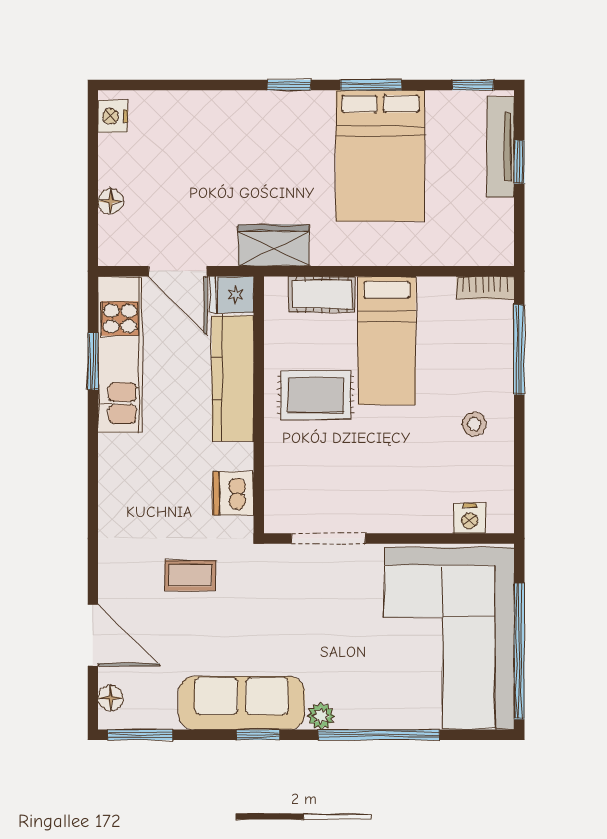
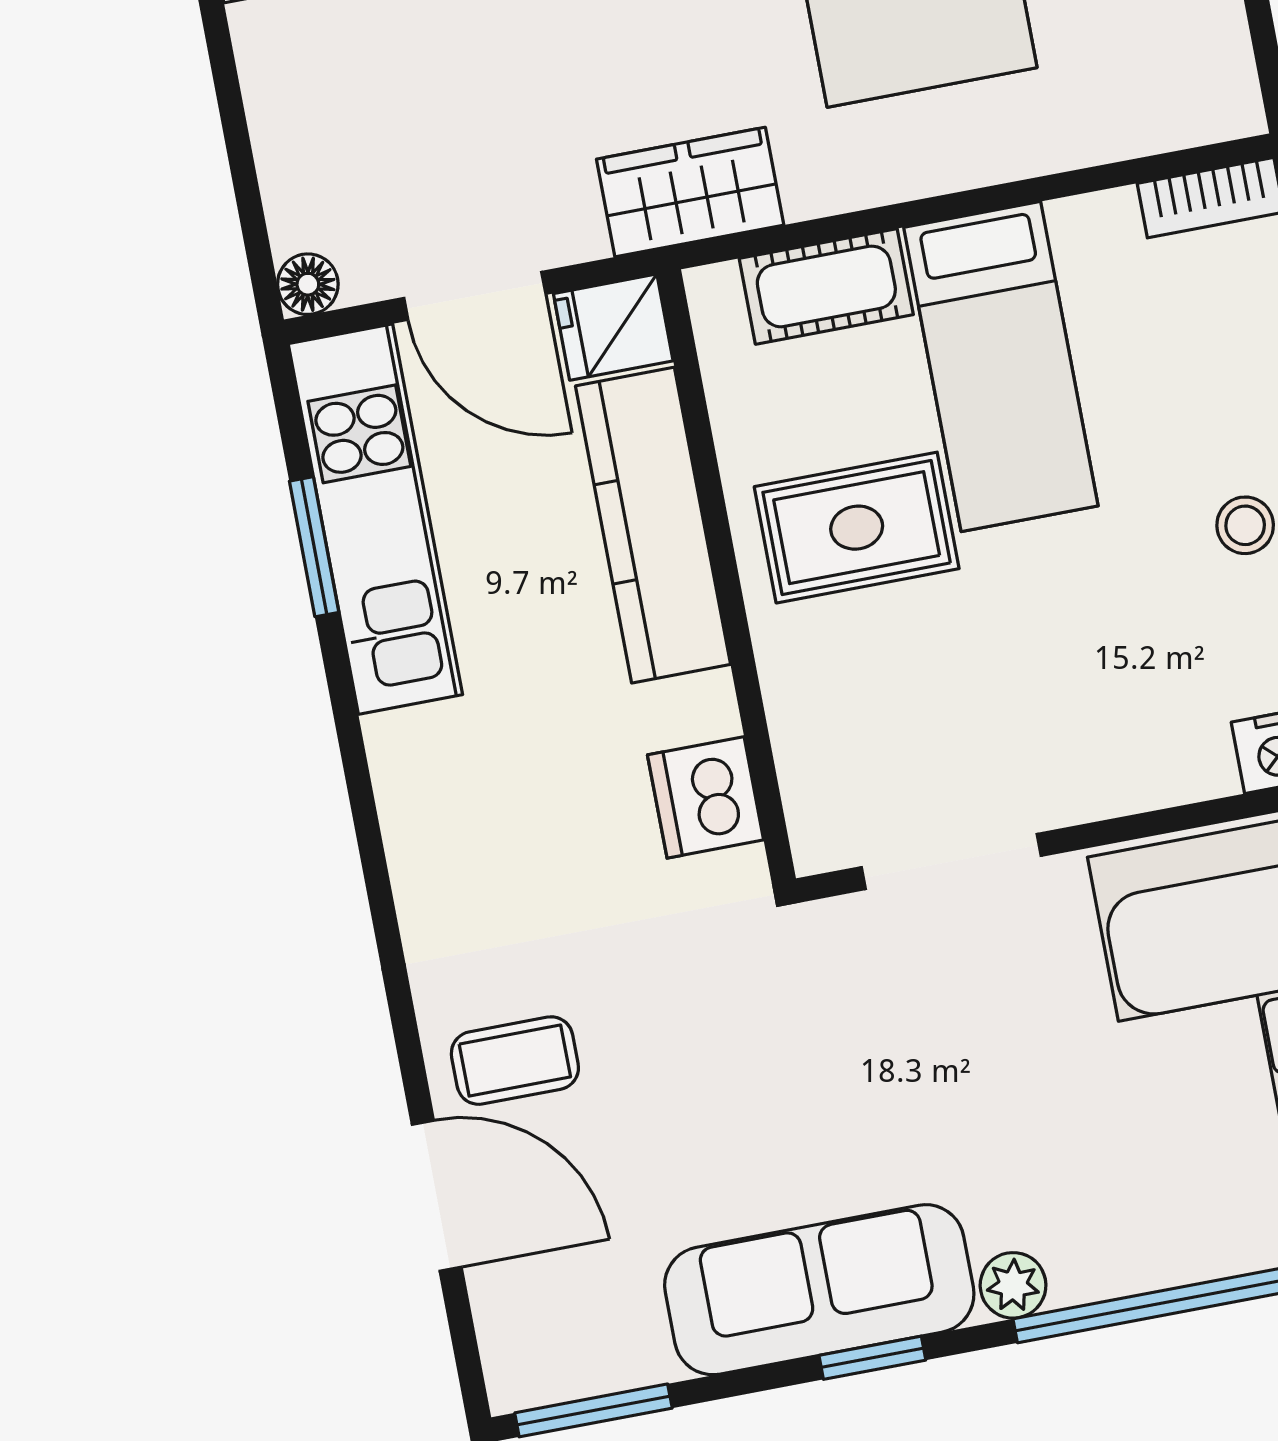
floor lamp: (111, 201) -> (308, 284), moved
coffee table: (190, 575) -> (515, 1061), moved
floor lamp: (111, 698) -> (507, 1336), removed

